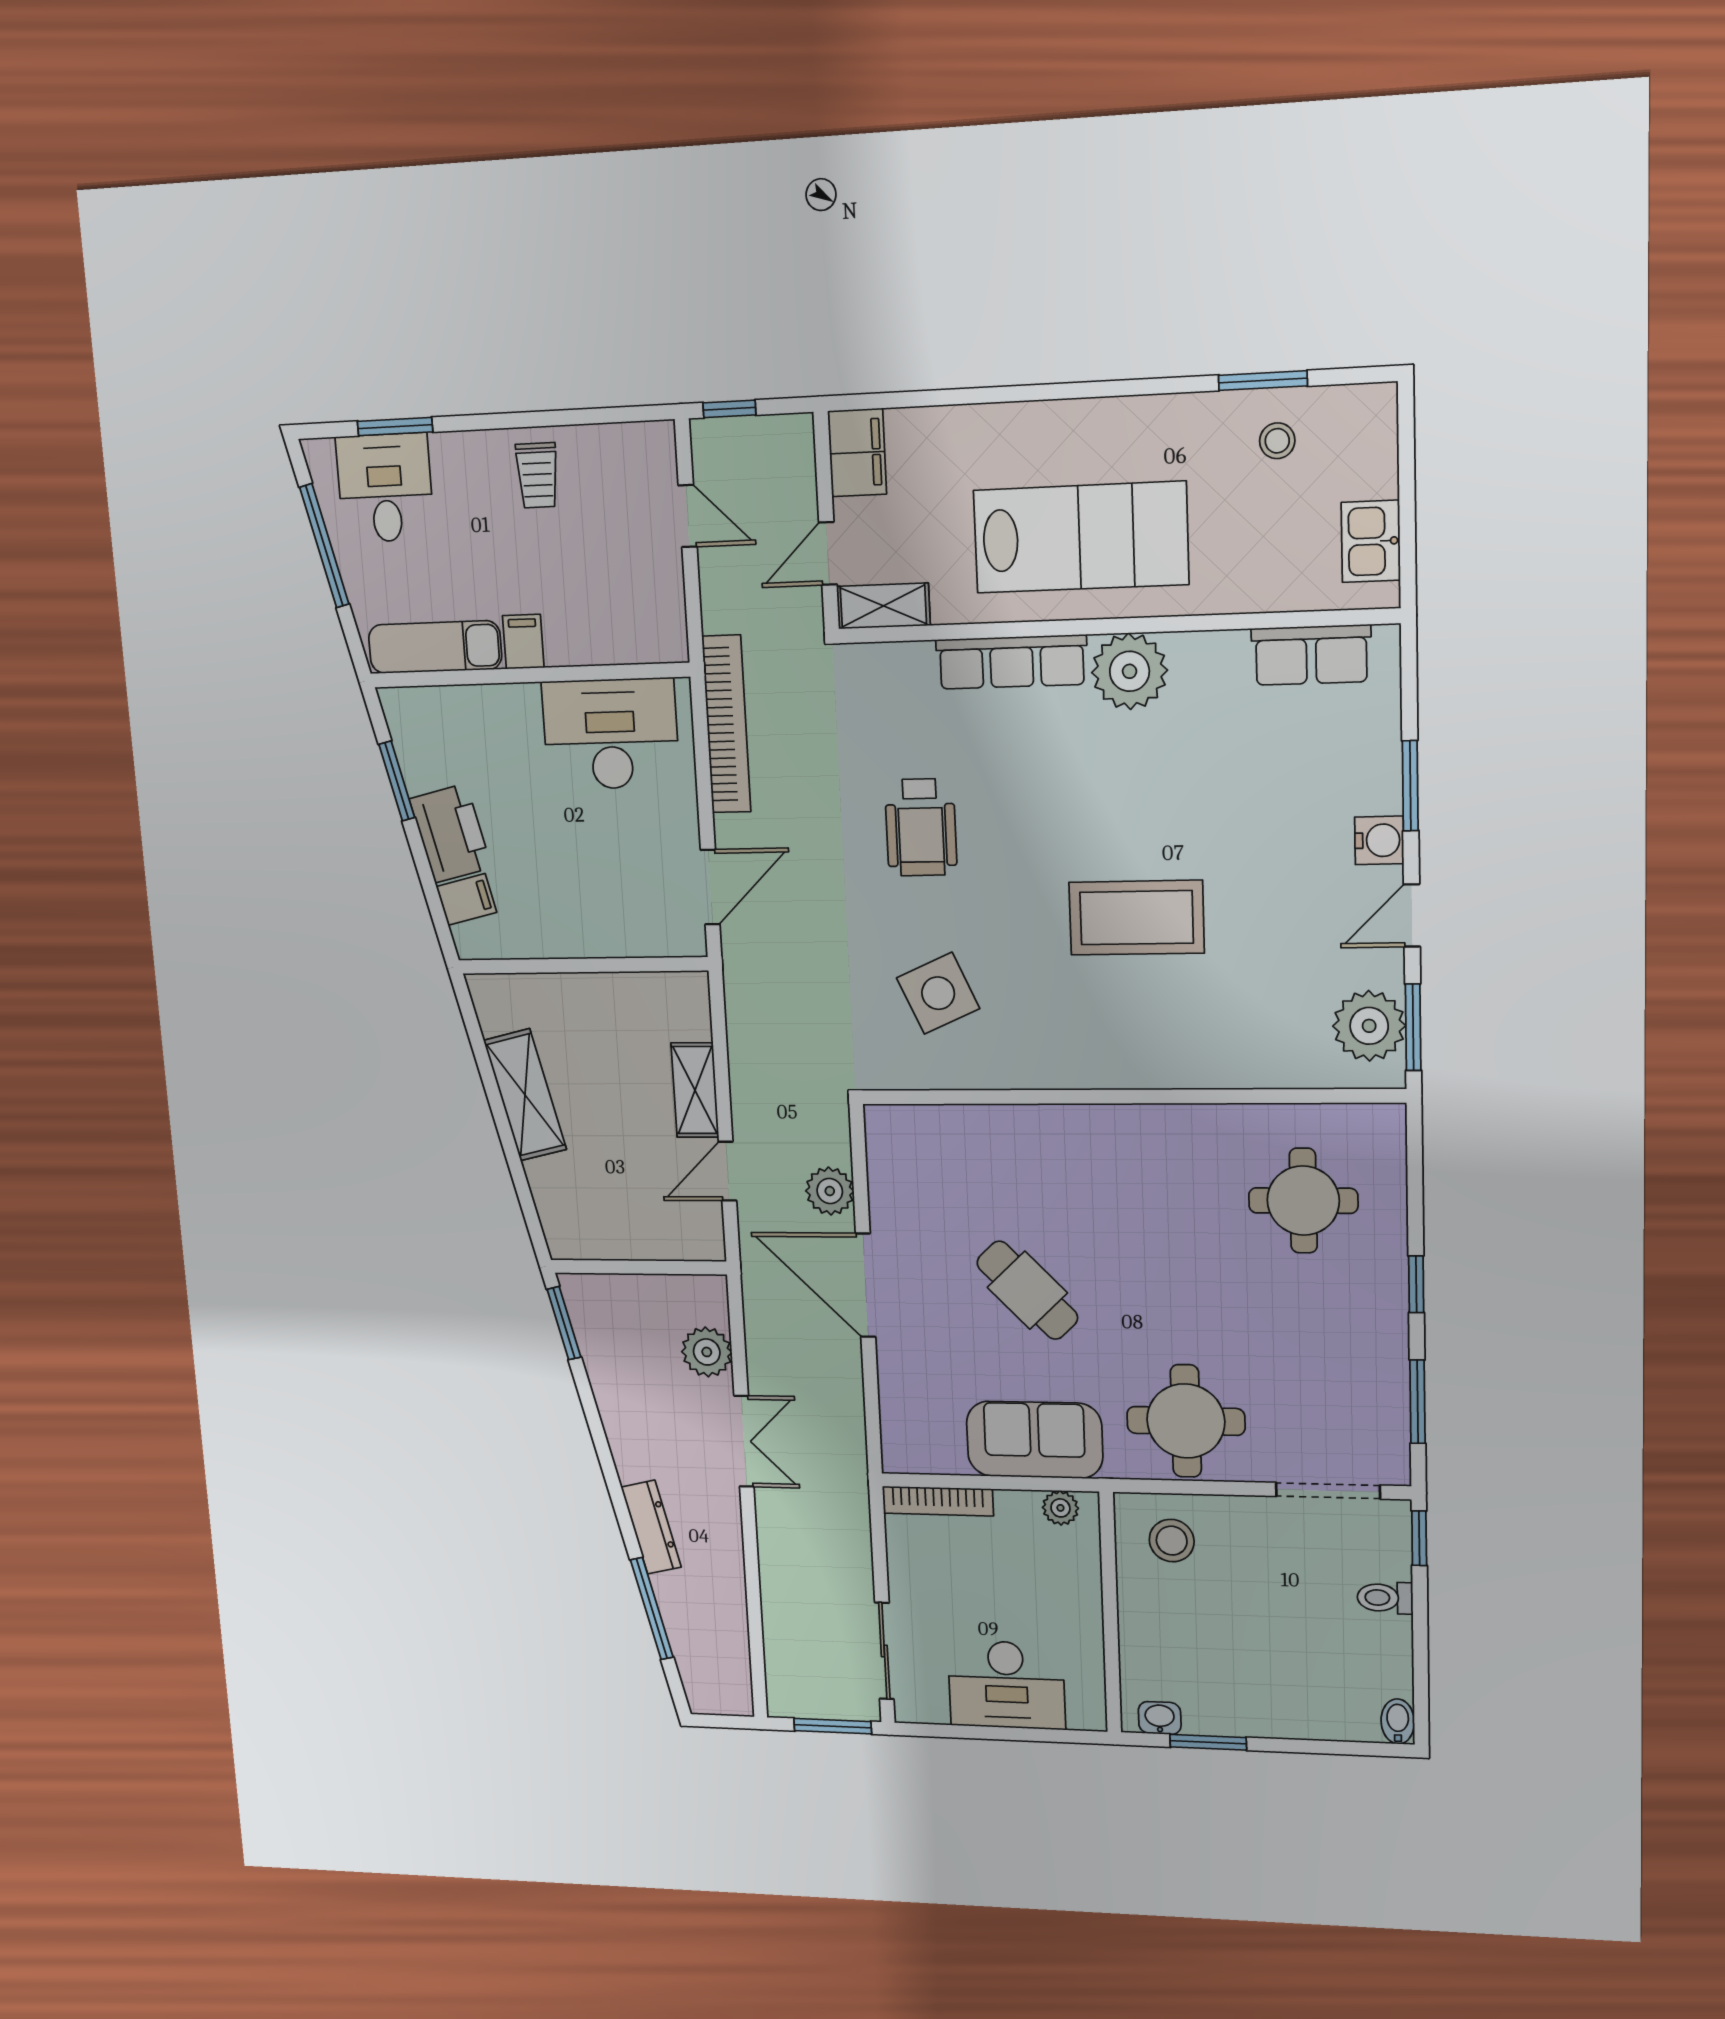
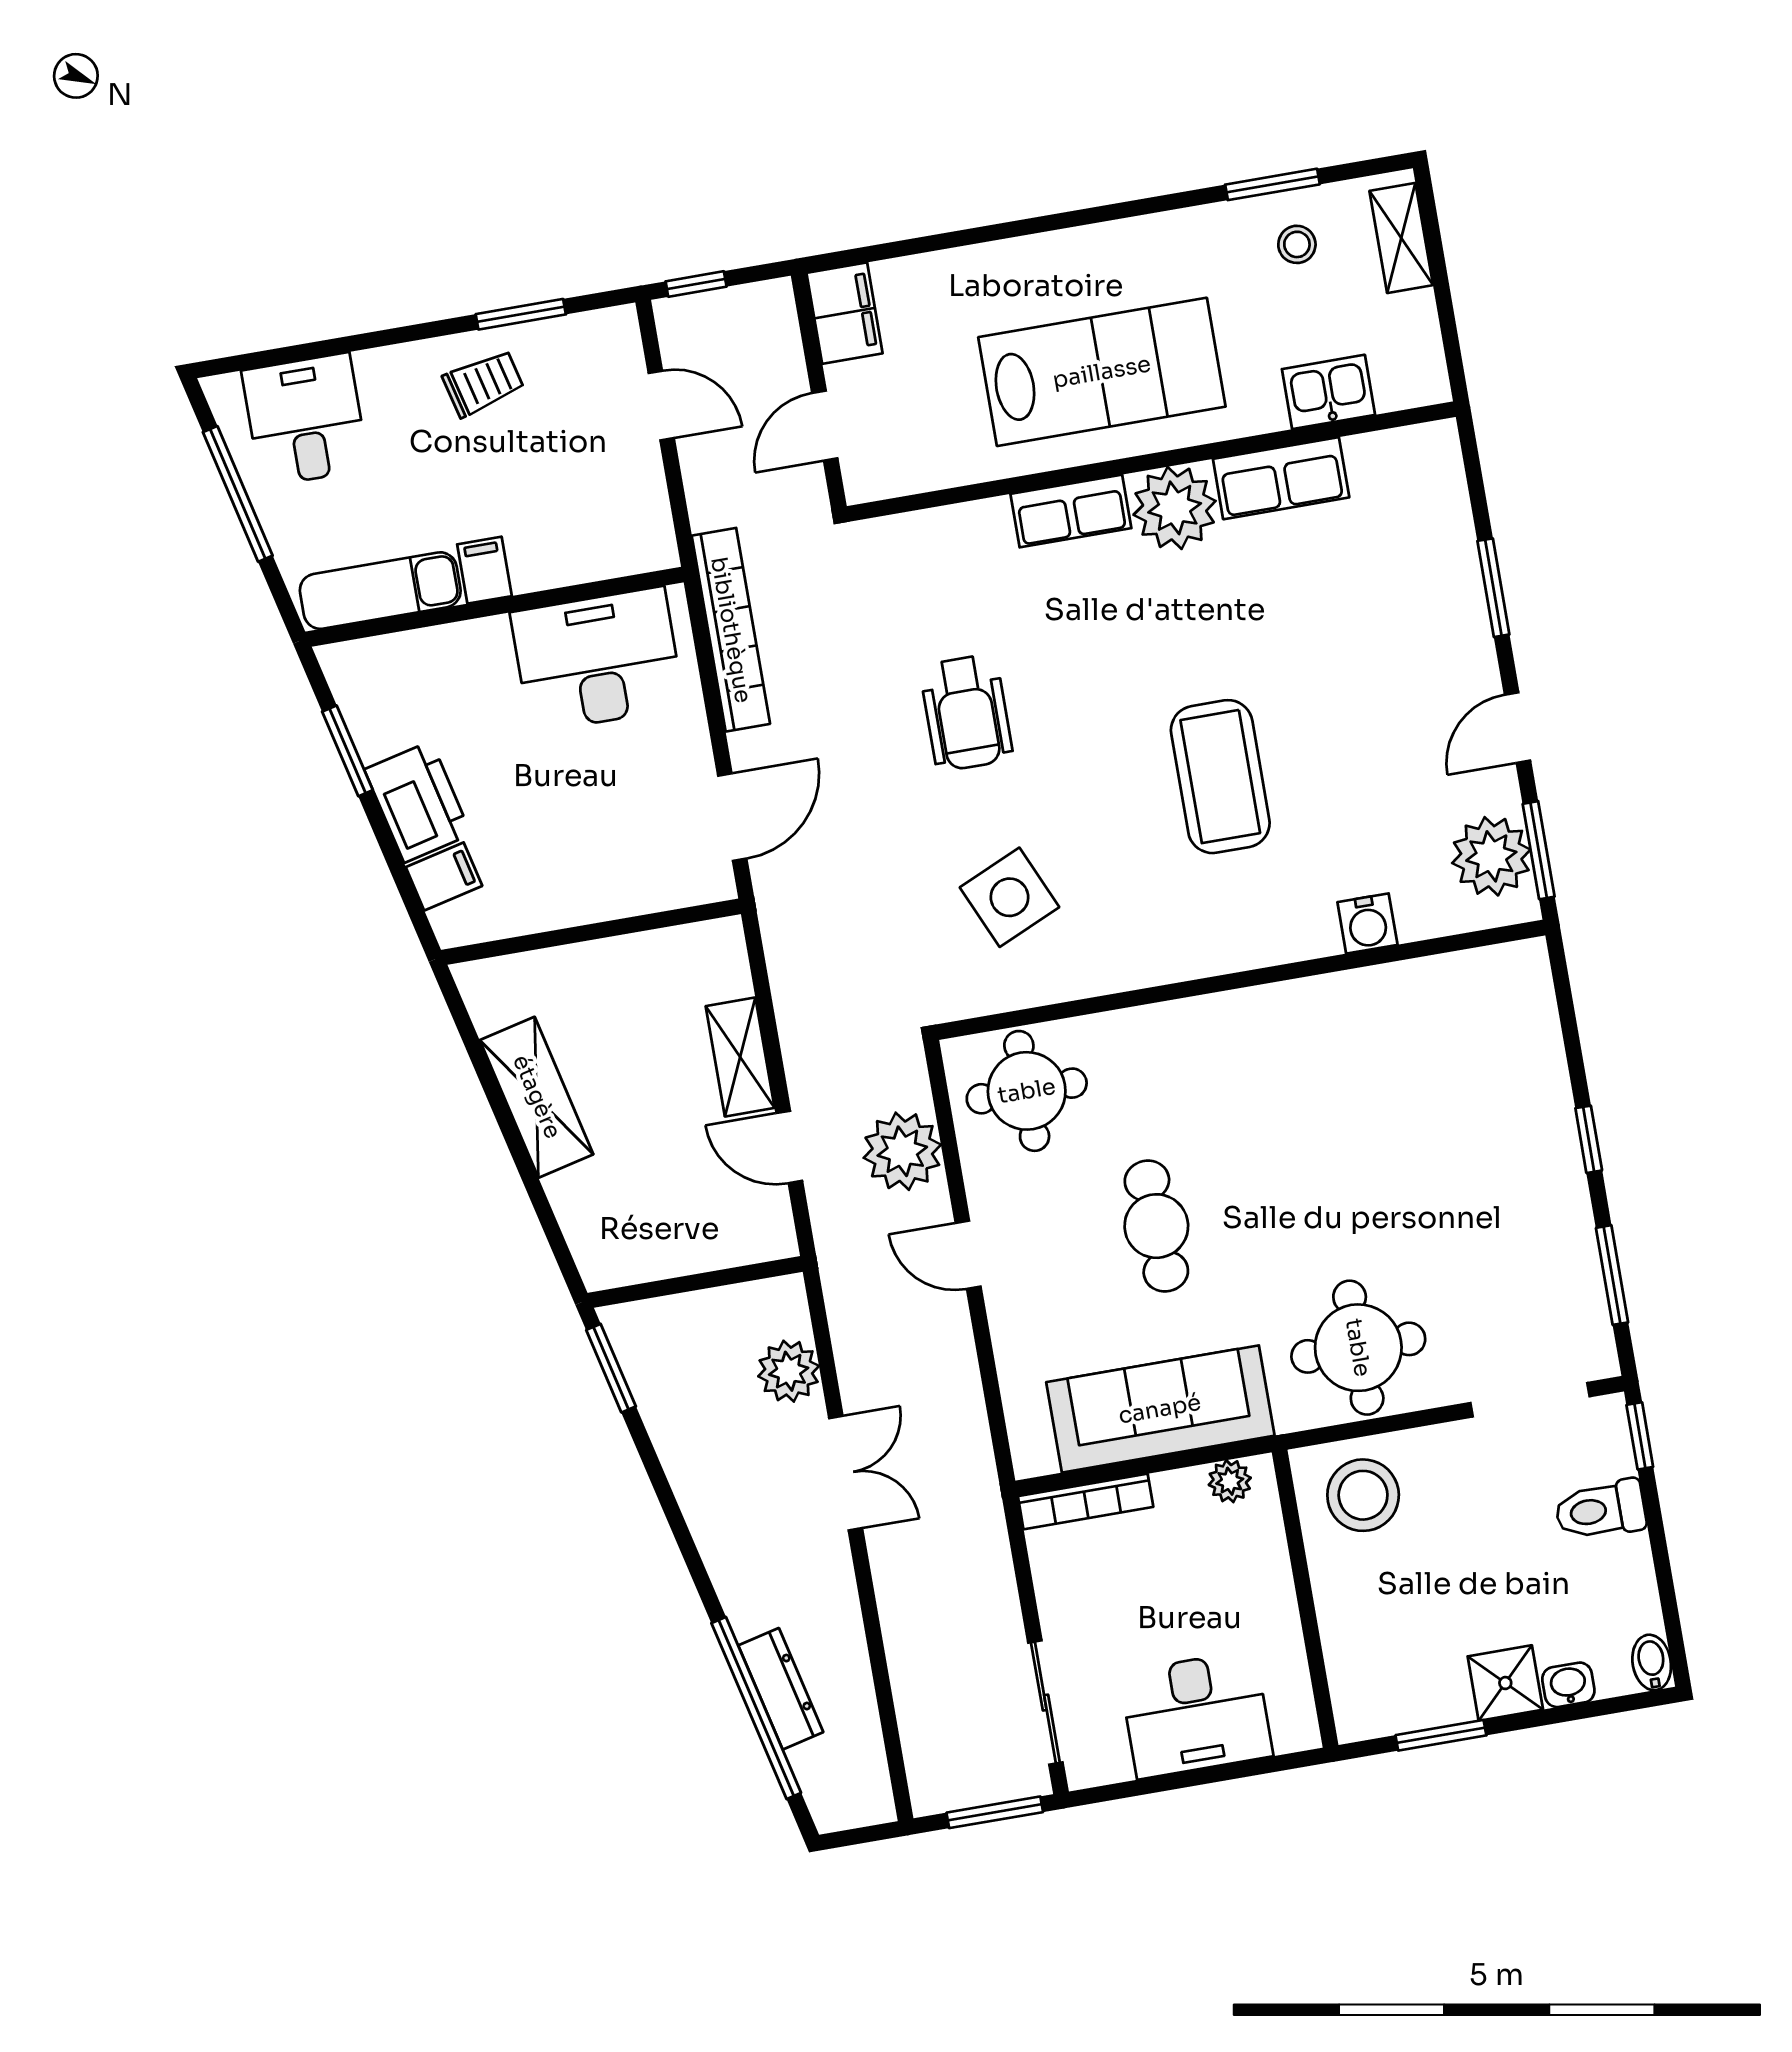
window: (395, 427) -> (521, 314), moved
trolley: (537, 475) -> (483, 383), turned -104
kitchen sink: (1371, 541) -> (1329, 392), moved, turned 90
shelving: (883, 606) -> (1401, 238), moved, turned 90
row of seats: (1311, 655) -> (1281, 478), moved
row of seats: (1012, 662) -> (1071, 511), width x0.68
water cooler: (1379, 840) -> (1367, 923), moved, turned 90
coffee table: (1137, 918) -> (1220, 777), turned 90
door: (727, 1171) -> (789, 1147), hinge flipped
plant: (830, 1191) -> (902, 1151), width x1.36, depth x1.36
round table: (1303, 1201) -> (1027, 1091), moved
door: (866, 1285) -> (968, 1255), width x0.53
cafe table: (1027, 1290) -> (1156, 1226), turned 42
sofa: (1035, 1440) -> (1160, 1409), width x1.36
dresser: (651, 1527) -> (781, 1689), moved
stool: (1172, 1541) -> (1363, 1495), width x1.38, depth x1.38
toilet: (1385, 1598) -> (1600, 1510), width x1.37, depth x1.39
window: (652, 1609) -> (756, 1708), width x1.46
shower: (1269, 1712) -> (1505, 1683), added
washbasin: (1160, 1718) -> (1568, 1685), moved

